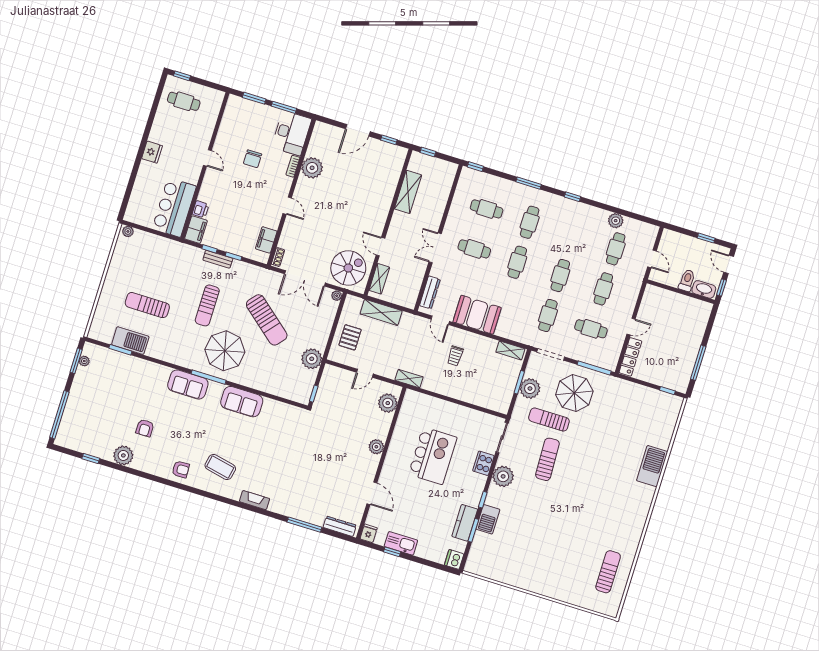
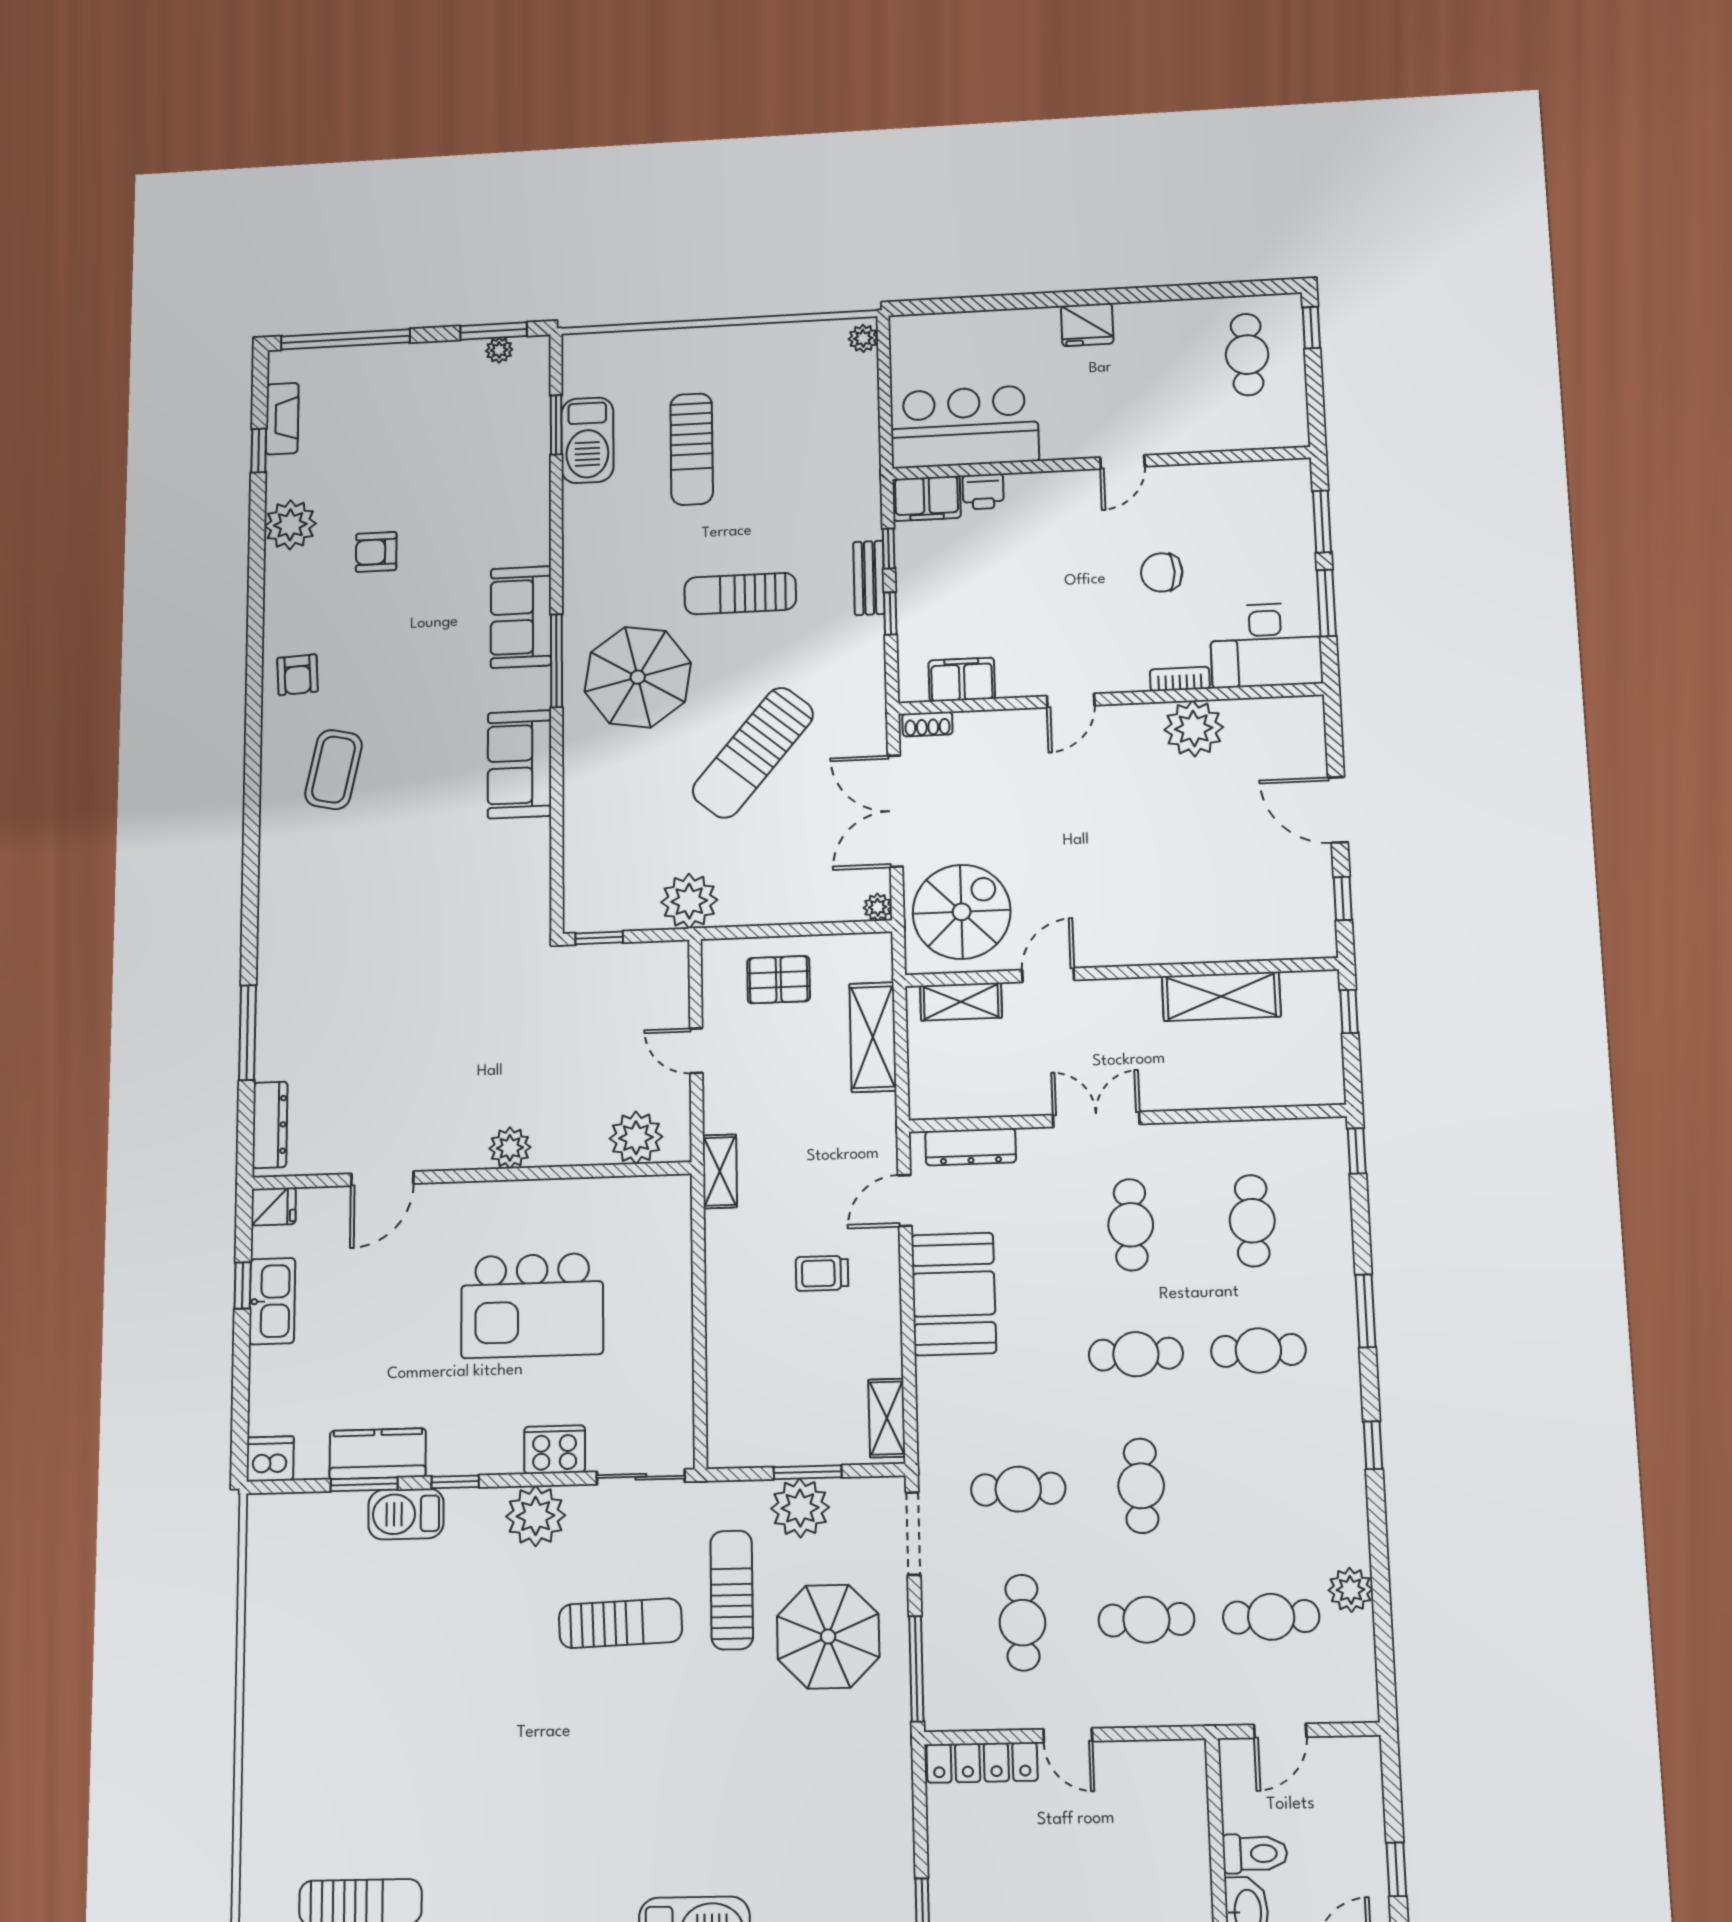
spiral stairs: (348, 268) -> (962, 912), turned -90
cafe table: (560, 276) -> (1141, 1486), turned 90
sun lounger: (147, 305) -> (692, 449), turned 180
fireplace: (255, 500) -> (282, 419), moved

